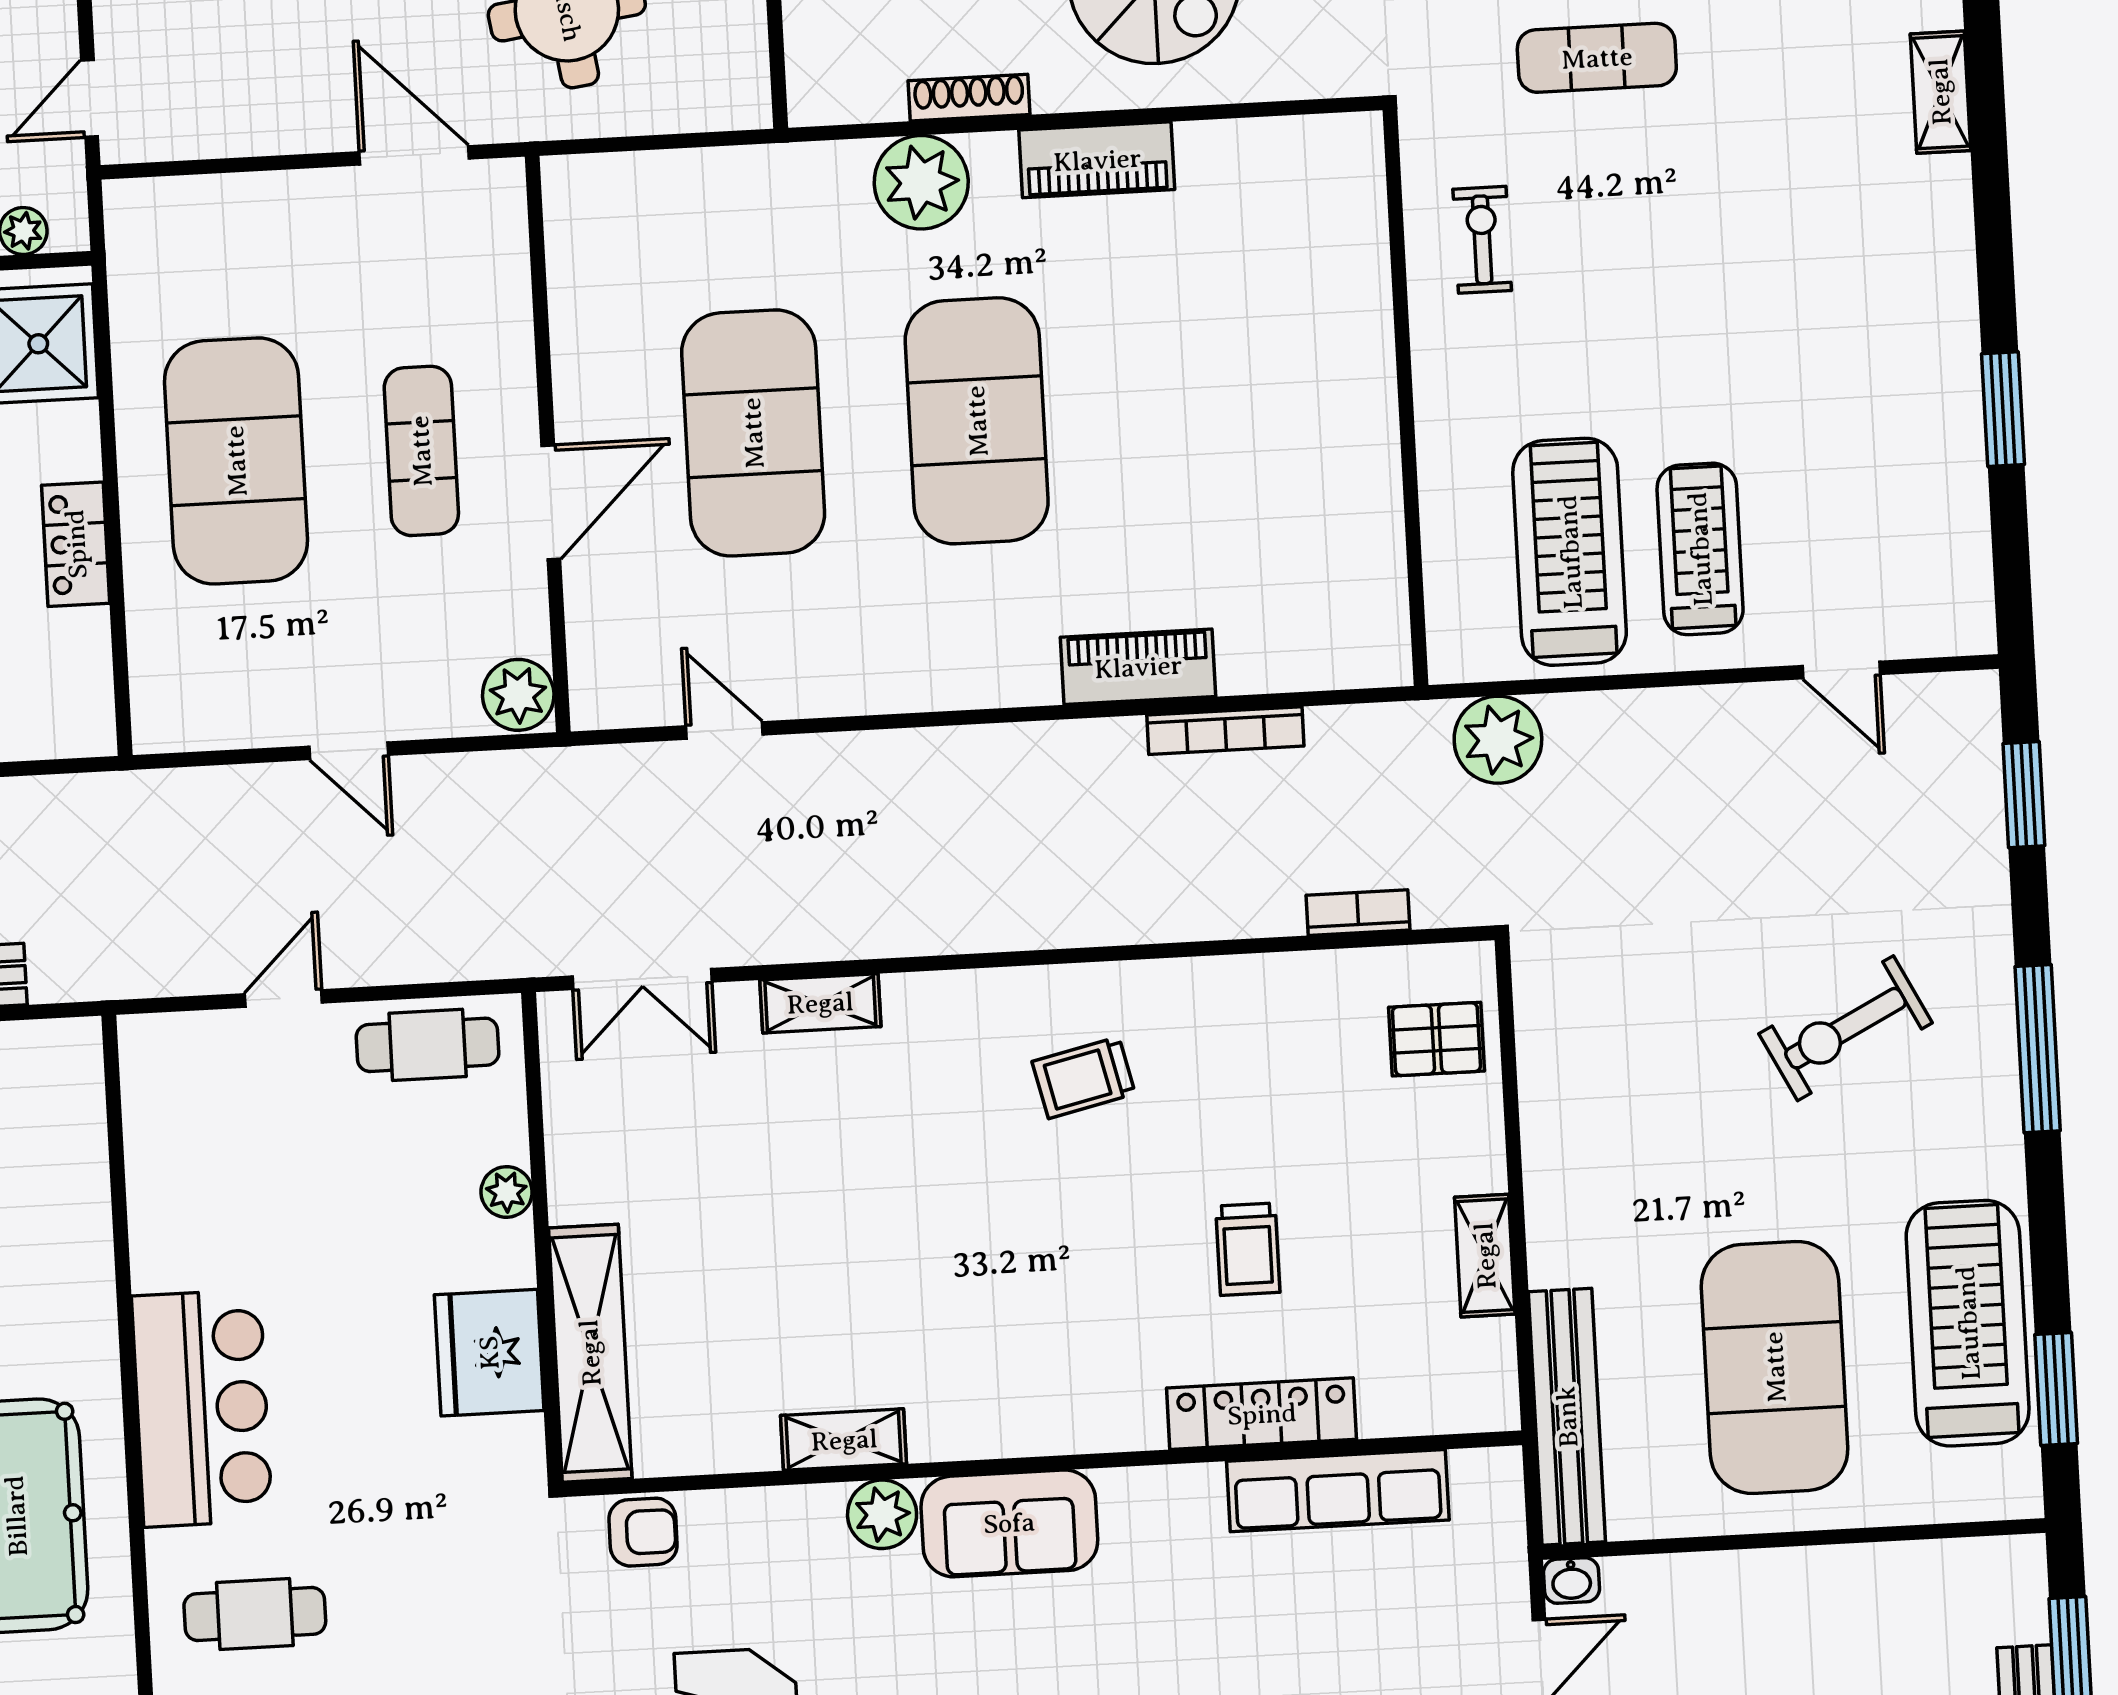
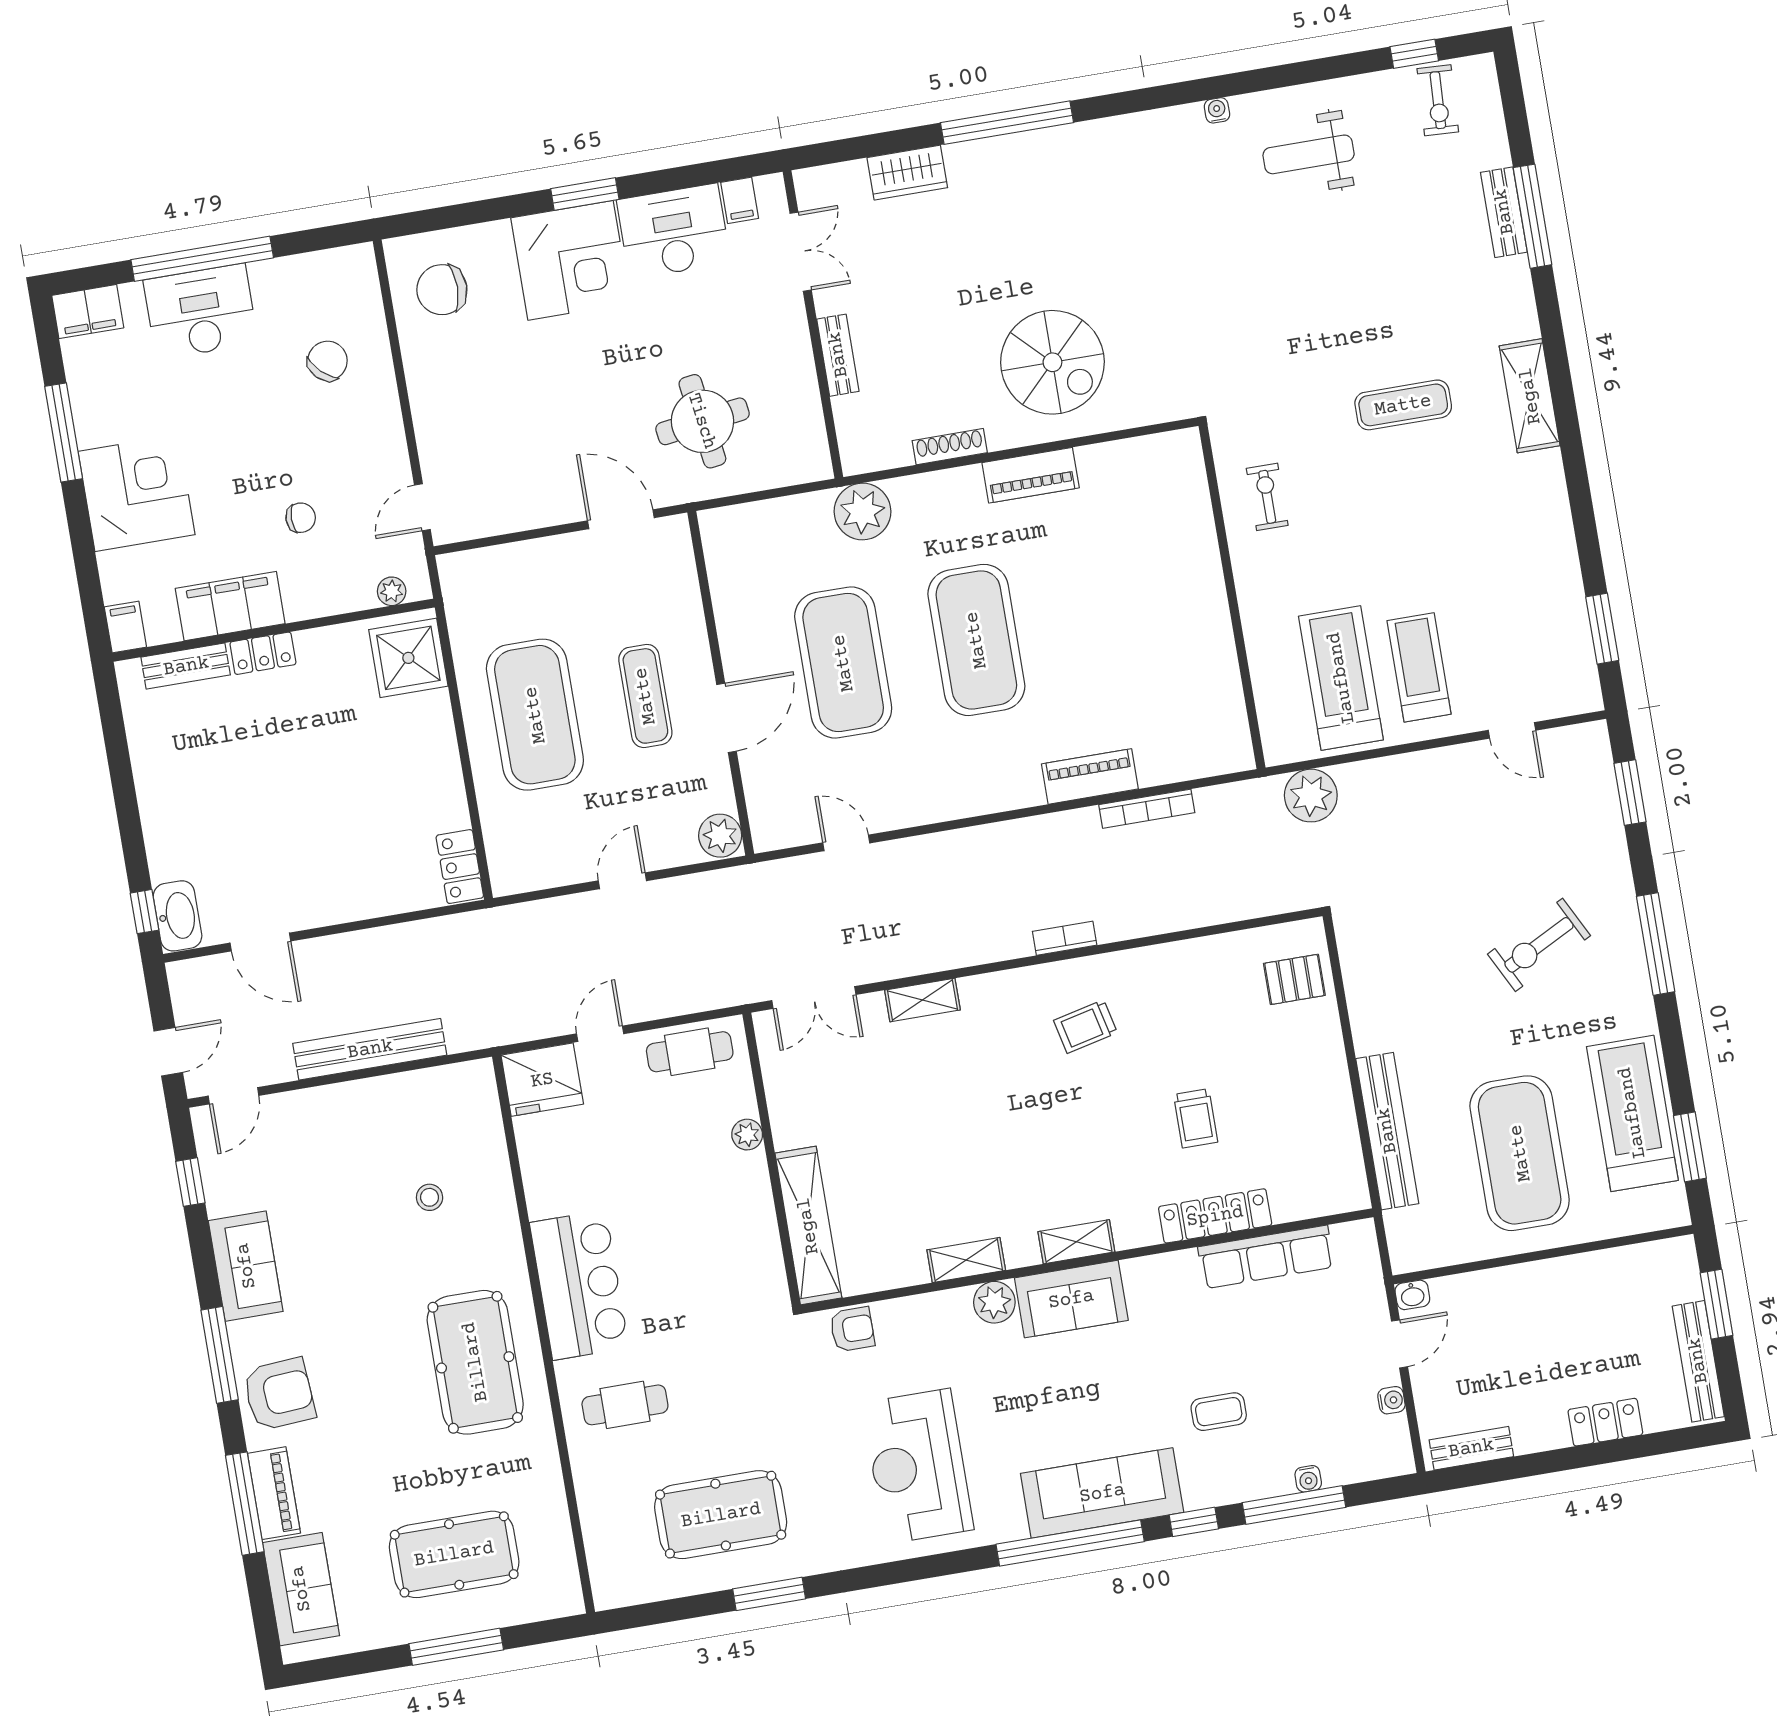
exercise mat: (1597, 58) -> (1403, 405), moved
shelving: (1940, 92) -> (1530, 396), width x1.50, depth x1.33
plant: (921, 182) -> (862, 512), moved
window: (2003, 409) -> (1602, 629), moved
locker: (76, 544) -> (460, 867), moved
door: (349, 751) -> (622, 881), swing flipped
bookcase: (1358, 913) -> (1065, 938), moved
shelving: (1485, 1256) -> (1076, 1242), moved, turned 90
fridge: (489, 1353) -> (542, 1080), moved, turned -90
bench: (1567, 1417) -> (1387, 1131), moved

